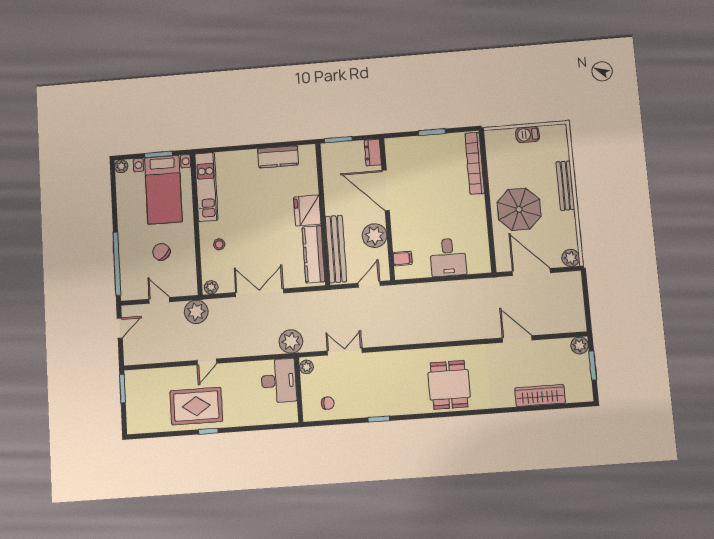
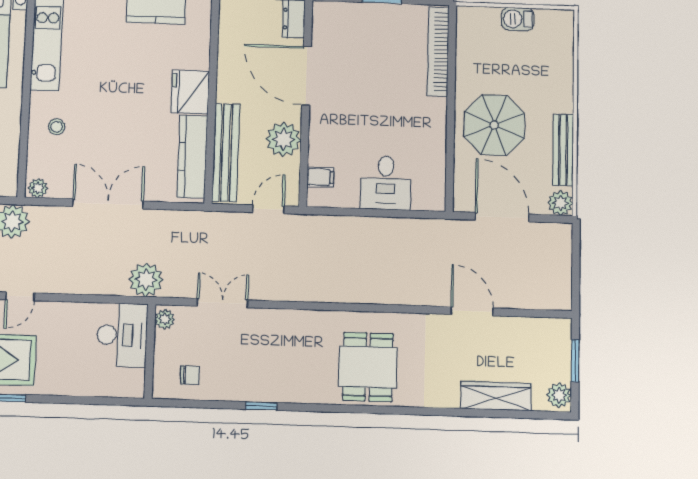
bench: (565, 186) -> (563, 150), moved
plant: (580, 345) -> (559, 395), moved

